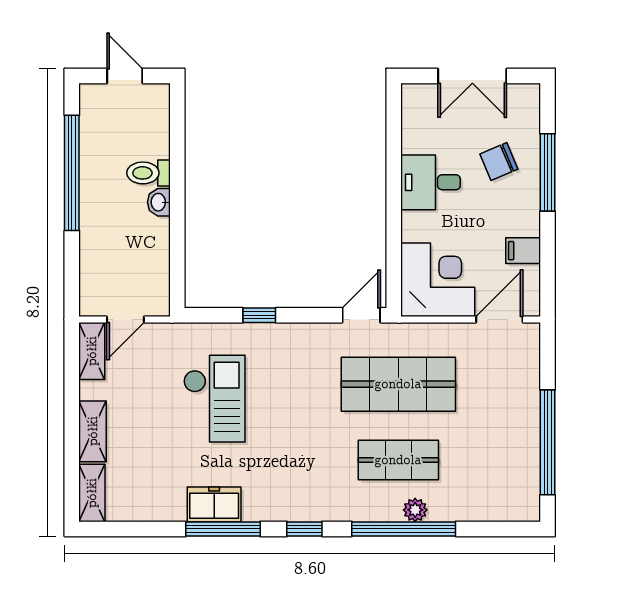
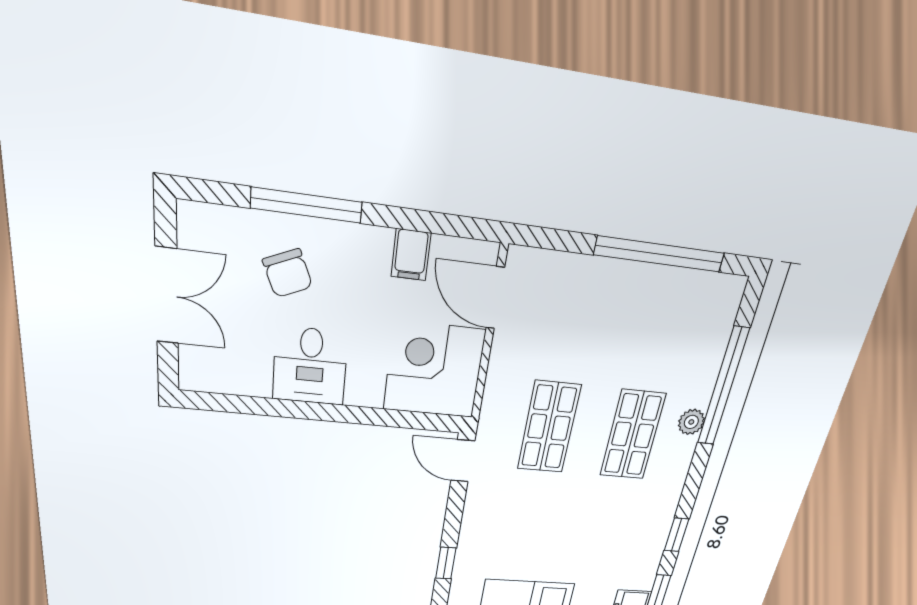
shop shelf: (398, 384) -> (549, 427), width x0.70, depth x0.74
window: (404, 529) -> (723, 387), moved

